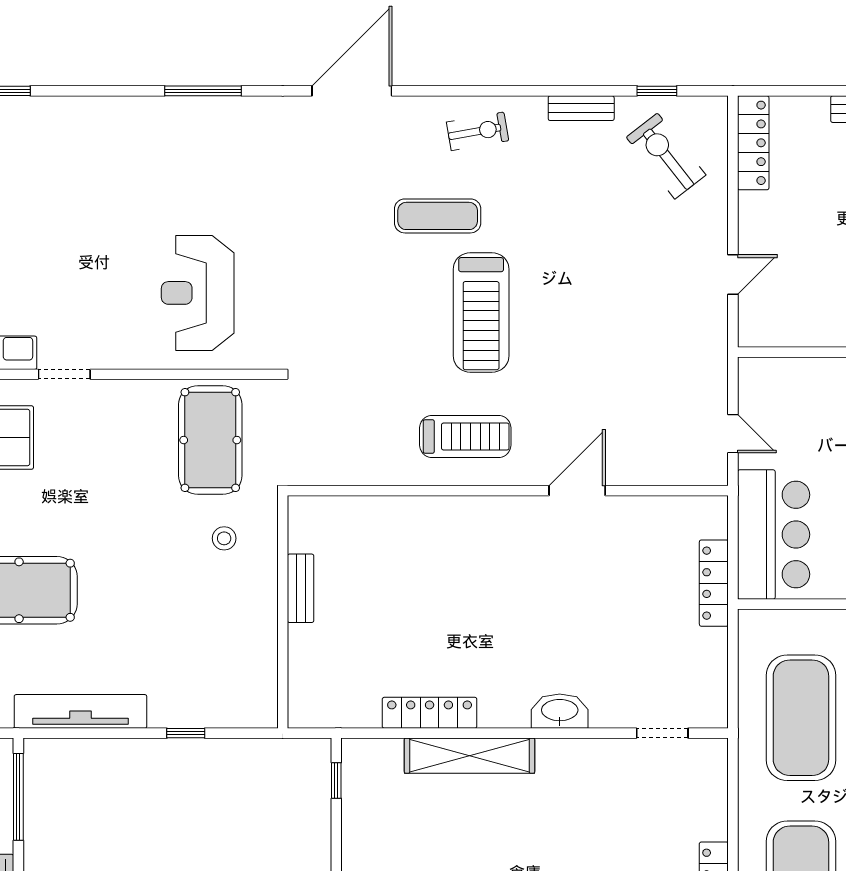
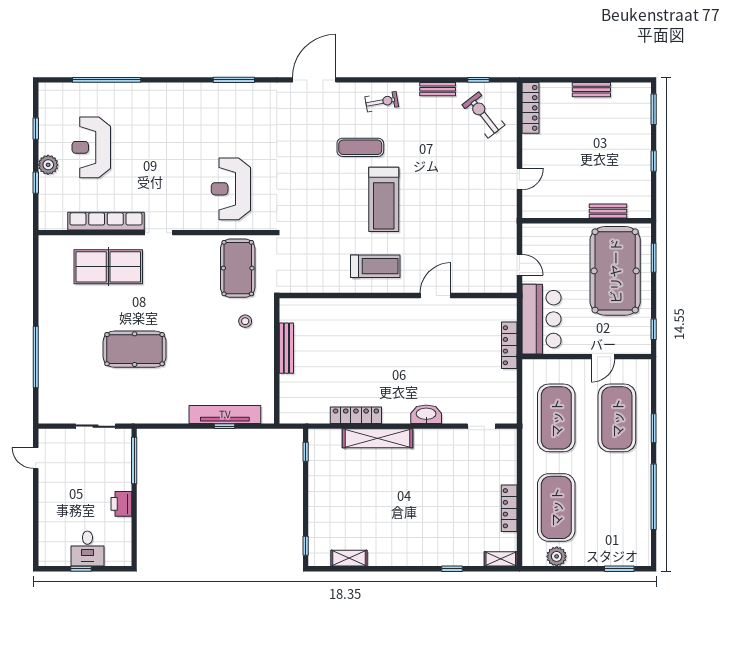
bench: (301, 588) -> (286, 348), width x1.36
tv unit: (80, 711) -> (225, 414), moved

